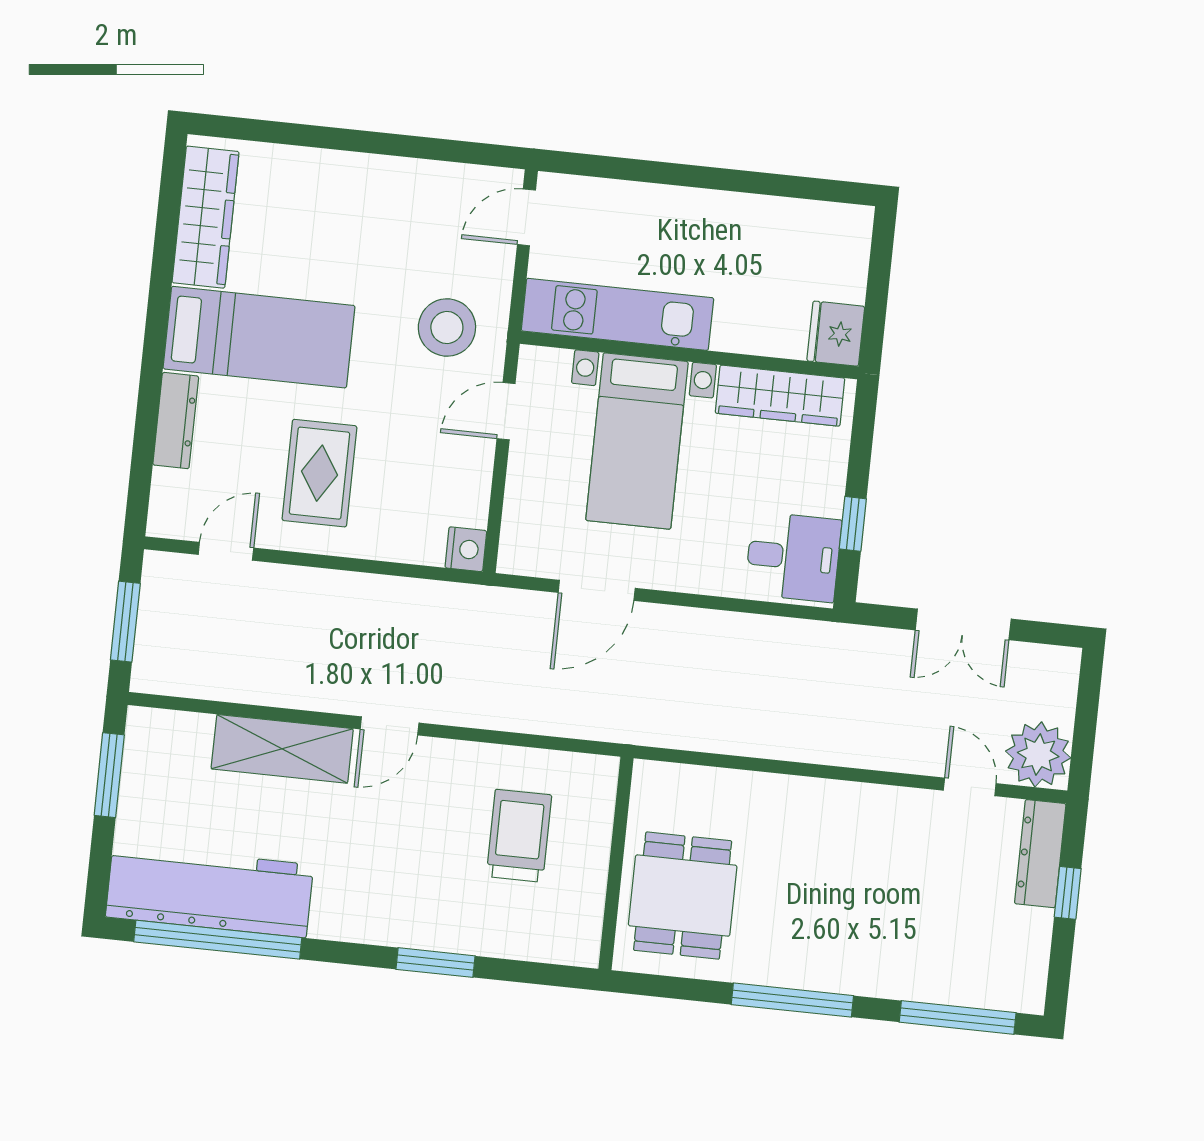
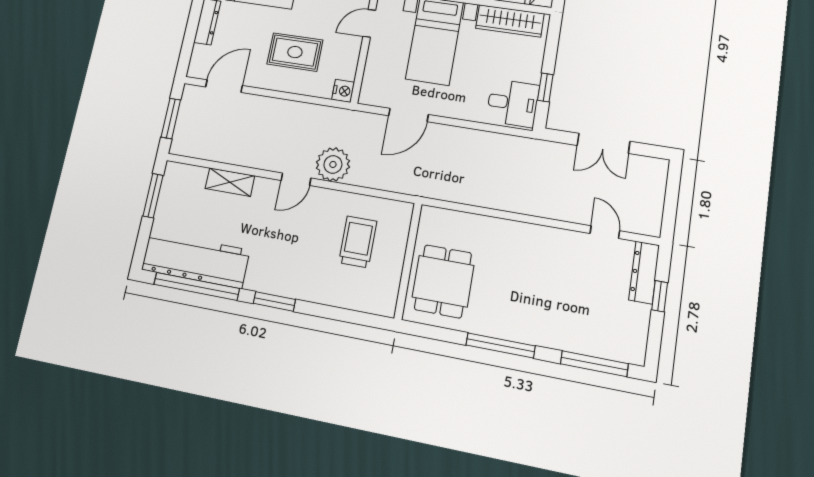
rug: (319, 473) -> (295, 52), moved, turned 90
door: (226, 551) -> (224, 86), width x1.38
shelving: (282, 749) -> (230, 182), width x0.67, depth x0.75
plant: (1038, 754) -> (333, 164), moved
window: (436, 963) -> (274, 301), moved

